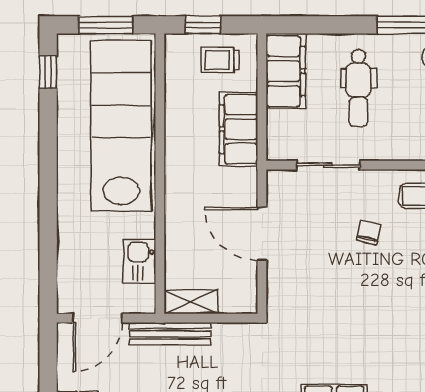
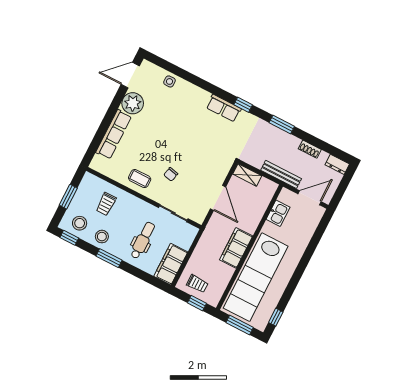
filing cabinet: (239, 129) -> (236, 248), moved, turned 180
shelving: (191, 302) -> (247, 175), moved

